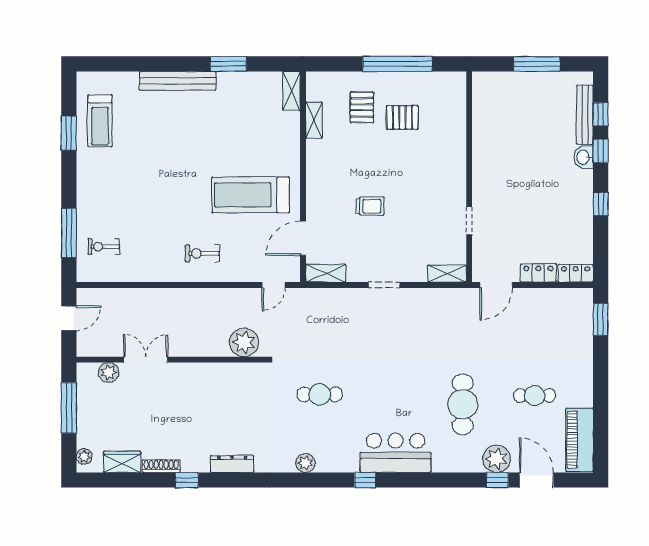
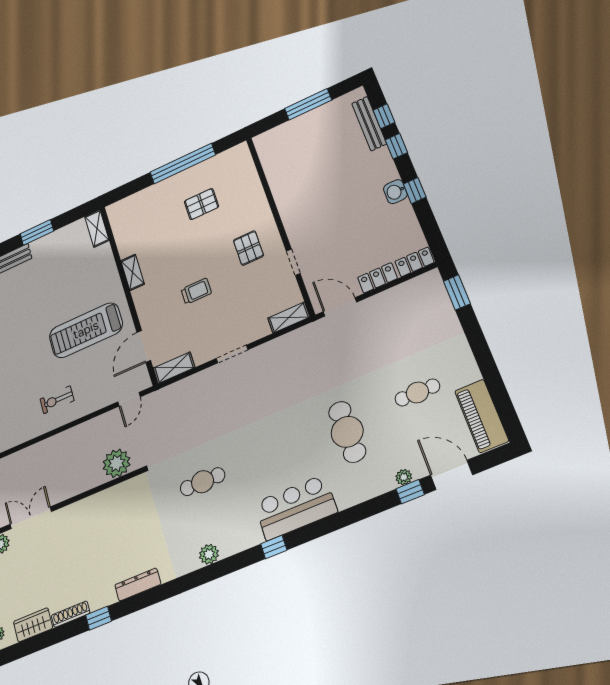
pallet: (362, 107) -> (248, 248), moved
shelving: (314, 120) -> (133, 272), moved
washbasin: (584, 157) -> (395, 192), moved
door: (496, 285) -> (340, 307), swing flipped
plant: (497, 459) -> (404, 477), width x0.53, depth x0.53

